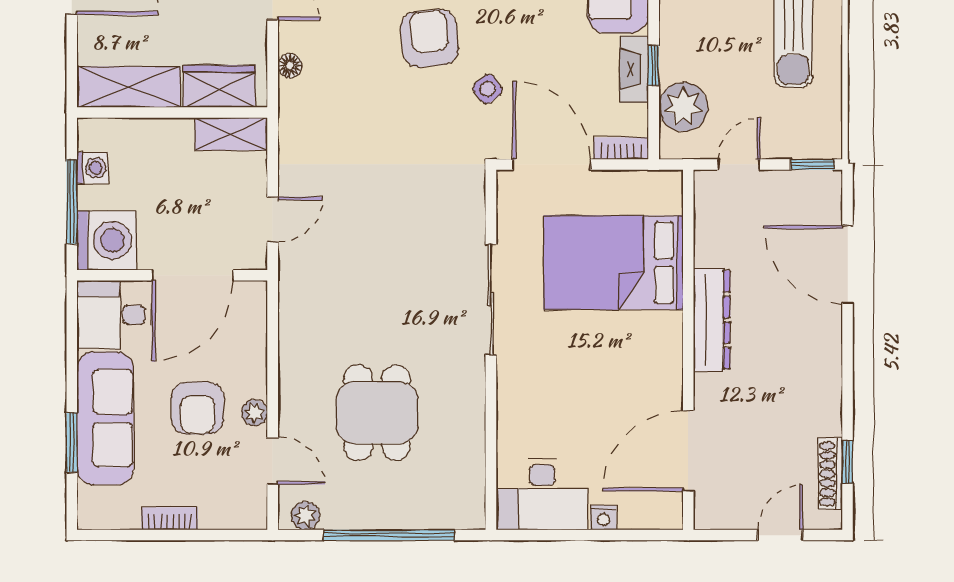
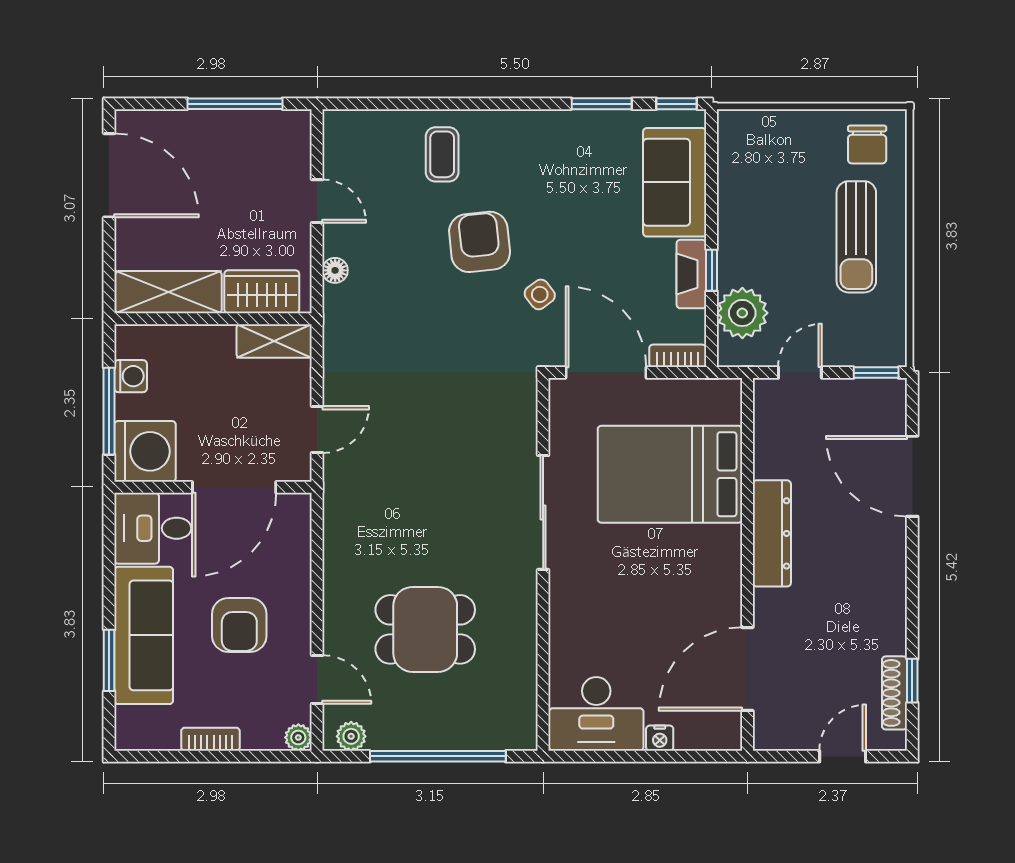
dining table: (377, 412) -> (425, 629), turned 90
plant: (255, 413) -> (298, 738), moved

